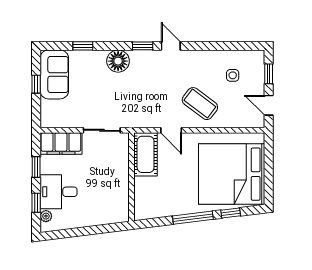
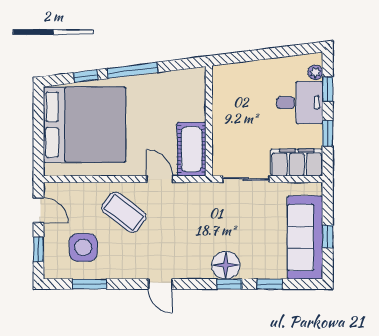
window: (143, 46) -> (229, 284), moved
window: (228, 46) -> (89, 284), added
sofa: (54, 74) -> (305, 237), width x1.36
side table: (233, 75) -> (83, 247), width x1.87, depth x1.87

